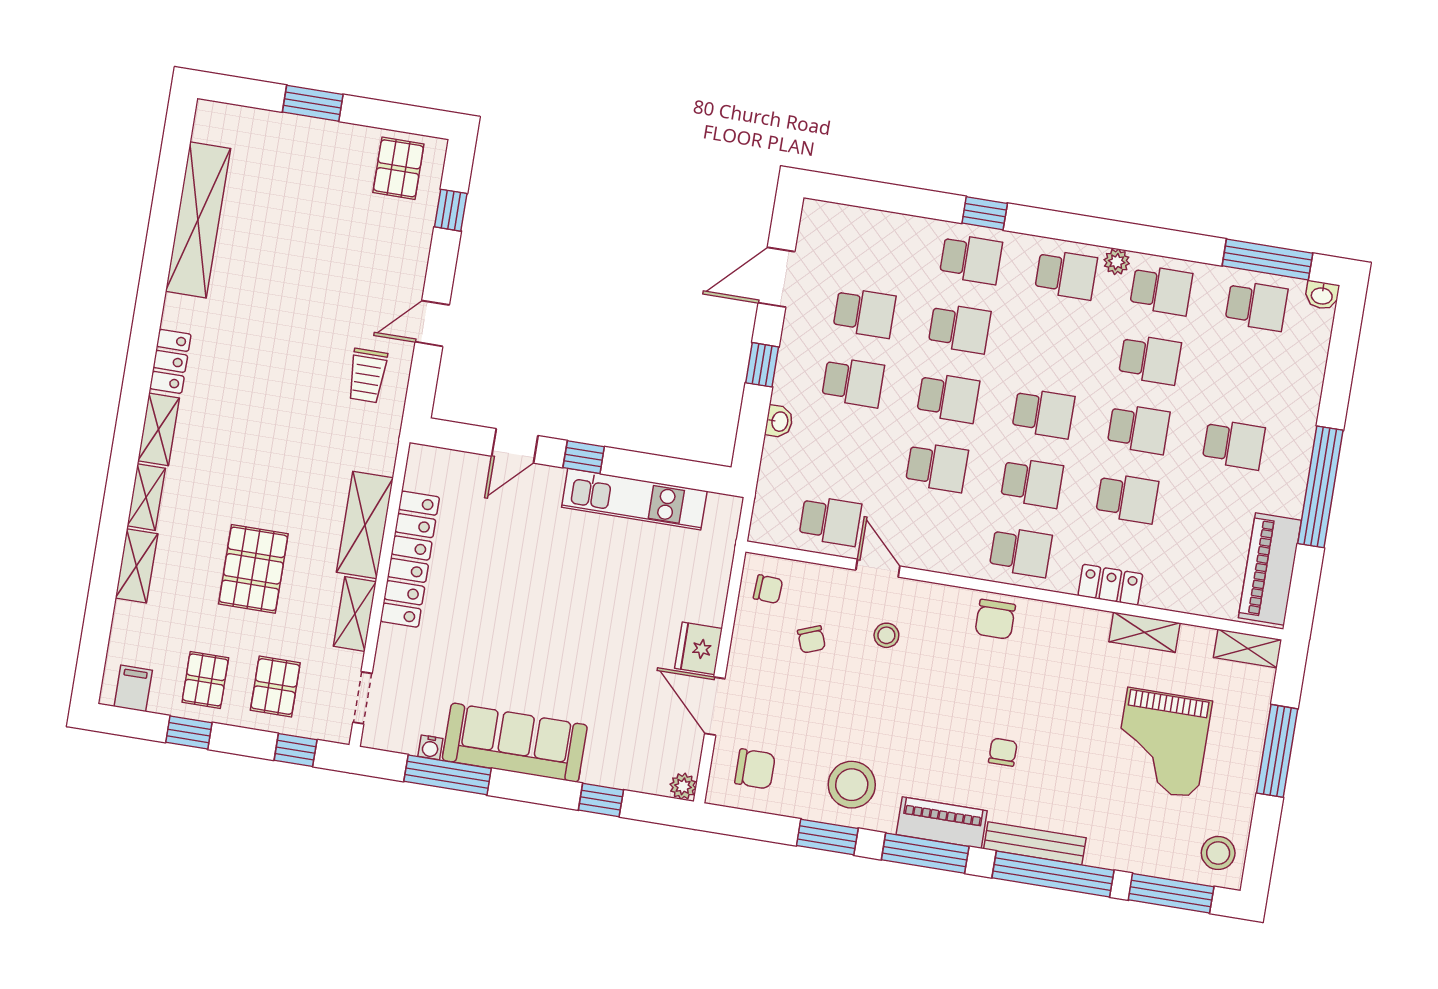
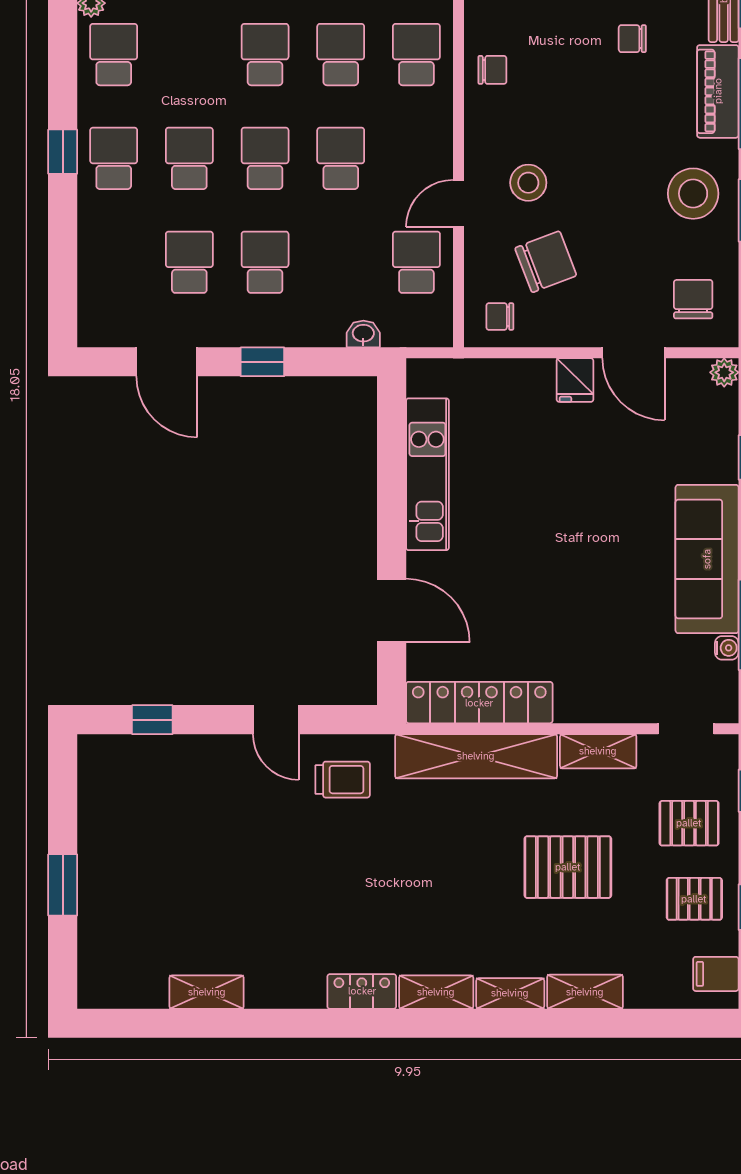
pallet: (398, 168) -> (117, 783), removed
shelving: (198, 220) -> (207, 992), width x0.45, depth x0.75
washbasin: (779, 421) -> (363, 334), moved
door: (515, 446) -> (392, 611), width x1.38
window: (584, 457) -> (392, 535), removed
shelving: (365, 525) -> (476, 756), width x1.47
locker: (410, 559) -> (479, 703), moved
chair: (768, 589) -> (500, 317), turned -93
chair: (995, 619) -> (492, 70), width x0.73, depth x0.73
stool: (886, 635) -> (528, 183), width x1.37, depth x1.37
chair: (811, 639) -> (546, 262), width x1.87, depth x1.87
fridge: (699, 648) -> (575, 380), width x0.72
door: (715, 706) -> (633, 353), hinge flipped

